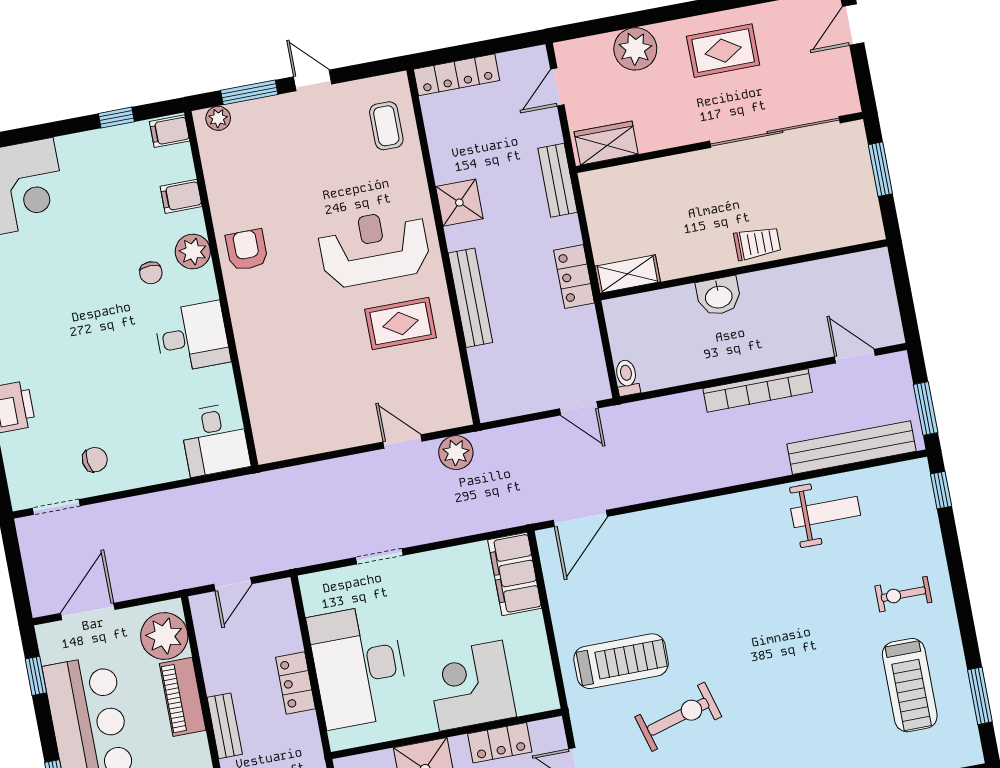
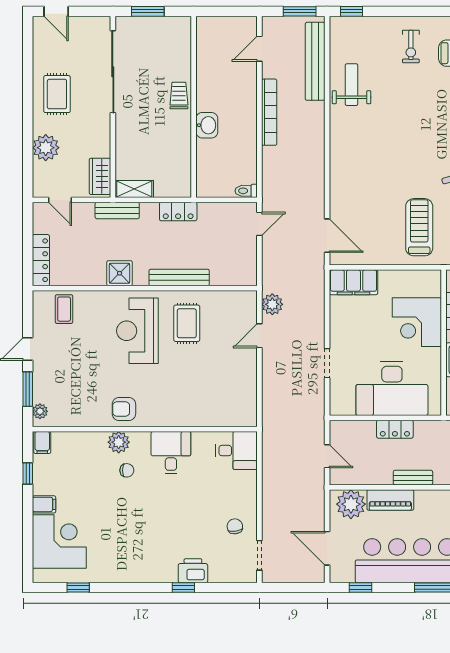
coffee table: (386, 126) -> (64, 309), turned 90
filing cabinet: (181, 196) -> (44, 504), moved, turned -90
shelving: (628, 274) -> (134, 189), moved, turned 90

